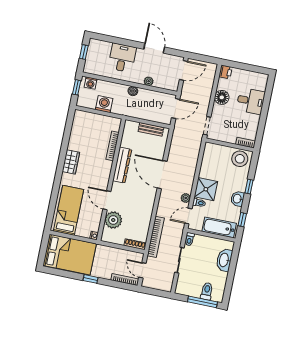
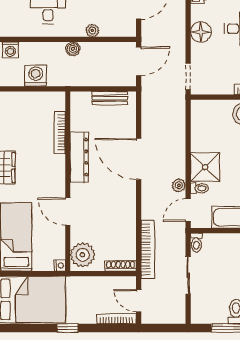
plant: (113, 220) -> (83, 255), moved

